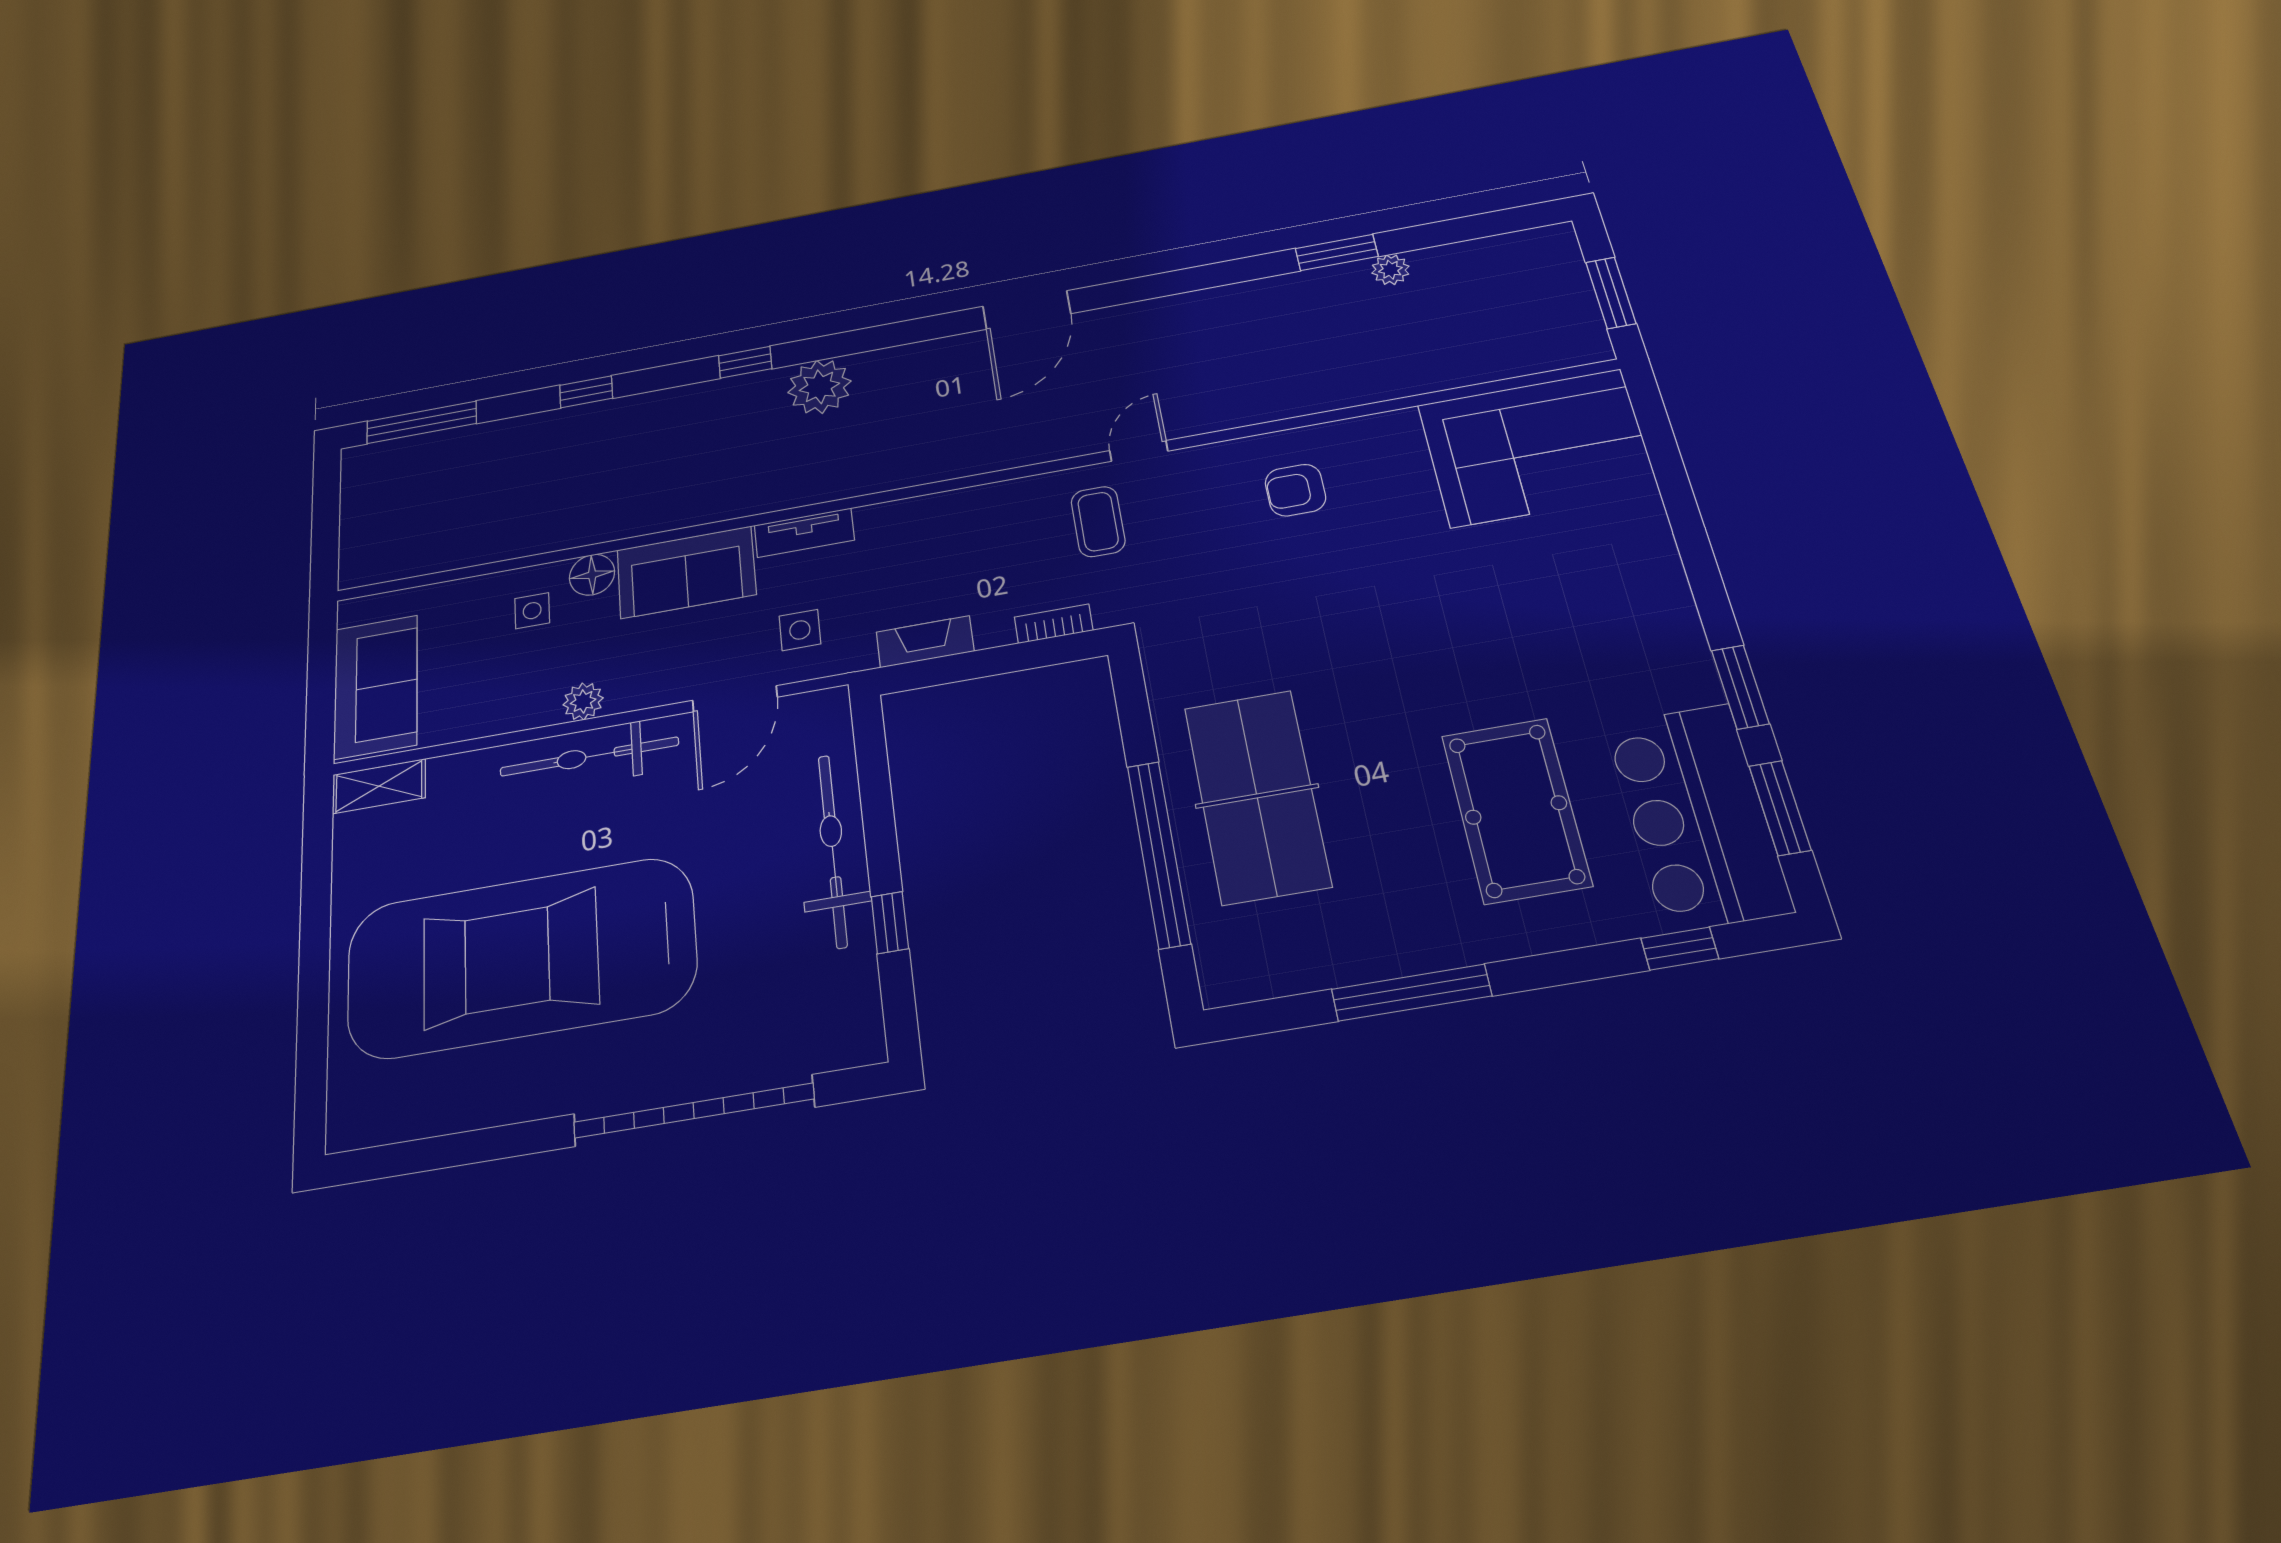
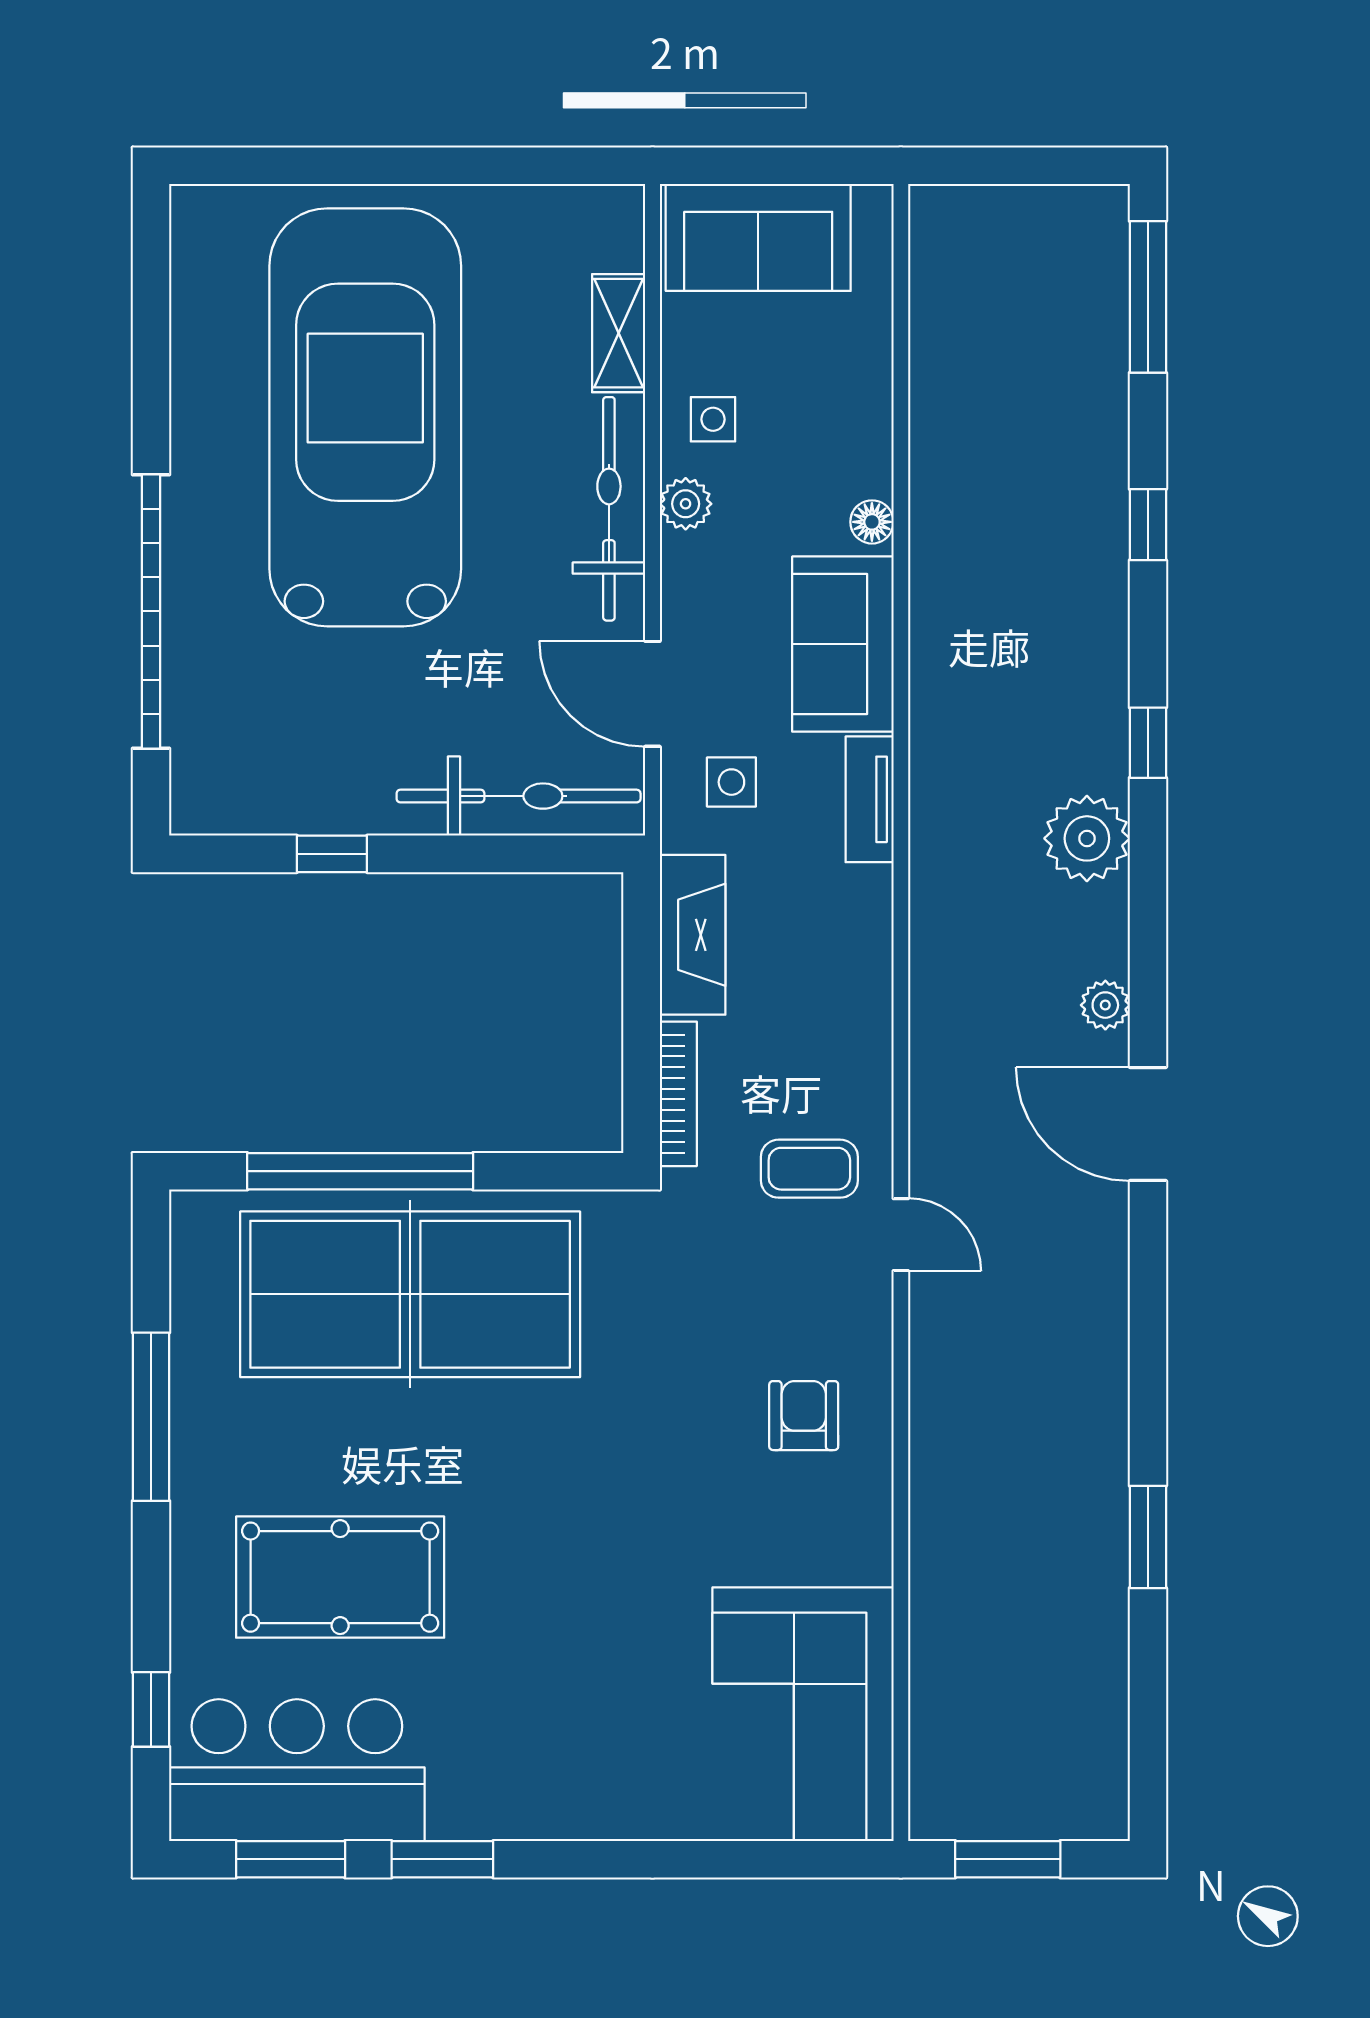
plant: (1390, 270) -> (1105, 1005), moved
floor lamp: (592, 575) -> (872, 522), width x0.73, depth x0.73
side table: (532, 611) -> (713, 419), moved
bookcase: (1054, 624) -> (678, 1094), width x1.56
fireplace: (925, 642) -> (693, 935), width x1.37, depth x1.32
shelving: (379, 786) -> (619, 333), moved
table tennis table: (1257, 796) -> (410, 1294), width x1.36, depth x1.32
bicycle: (833, 850) -> (519, 796), moved

